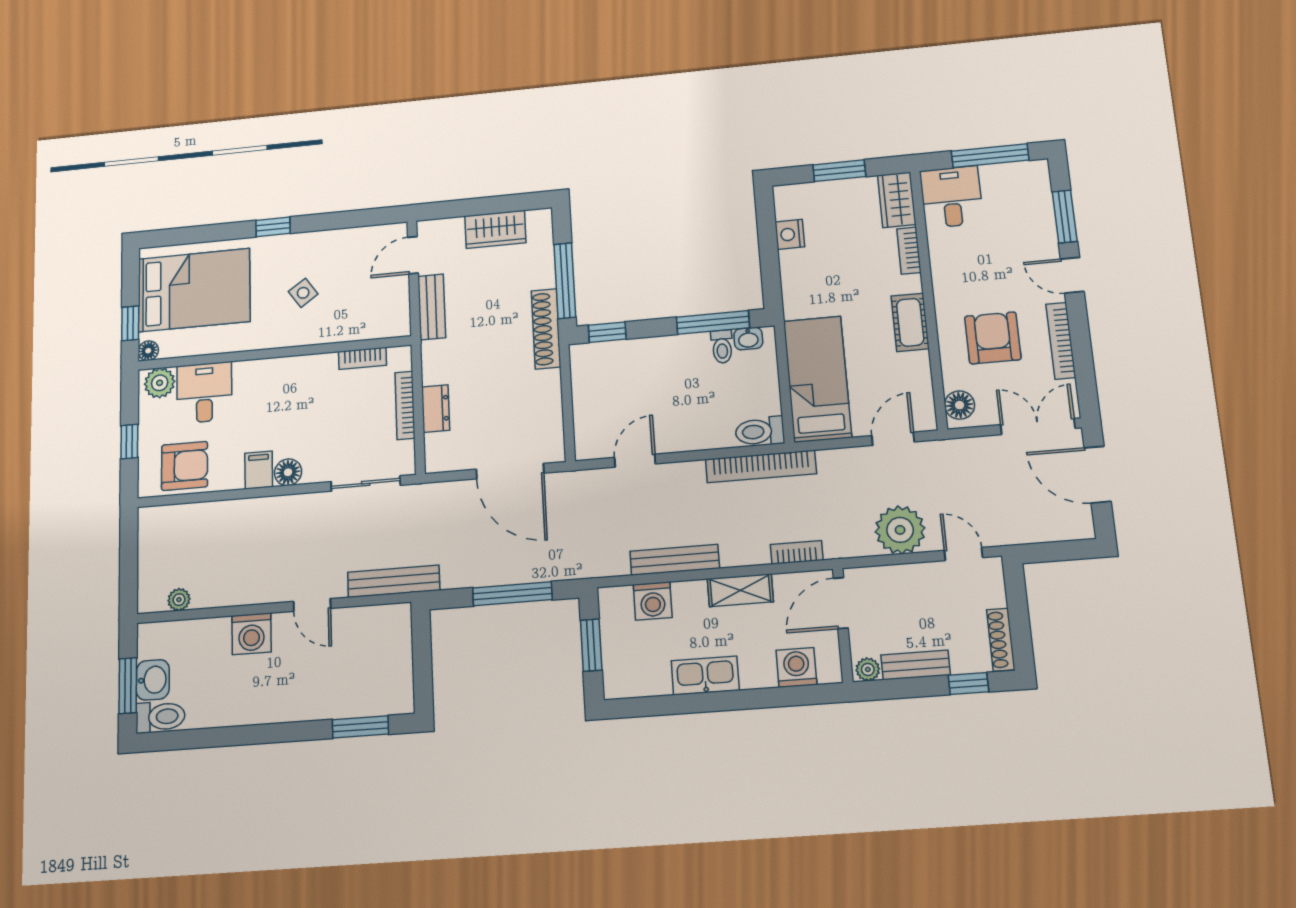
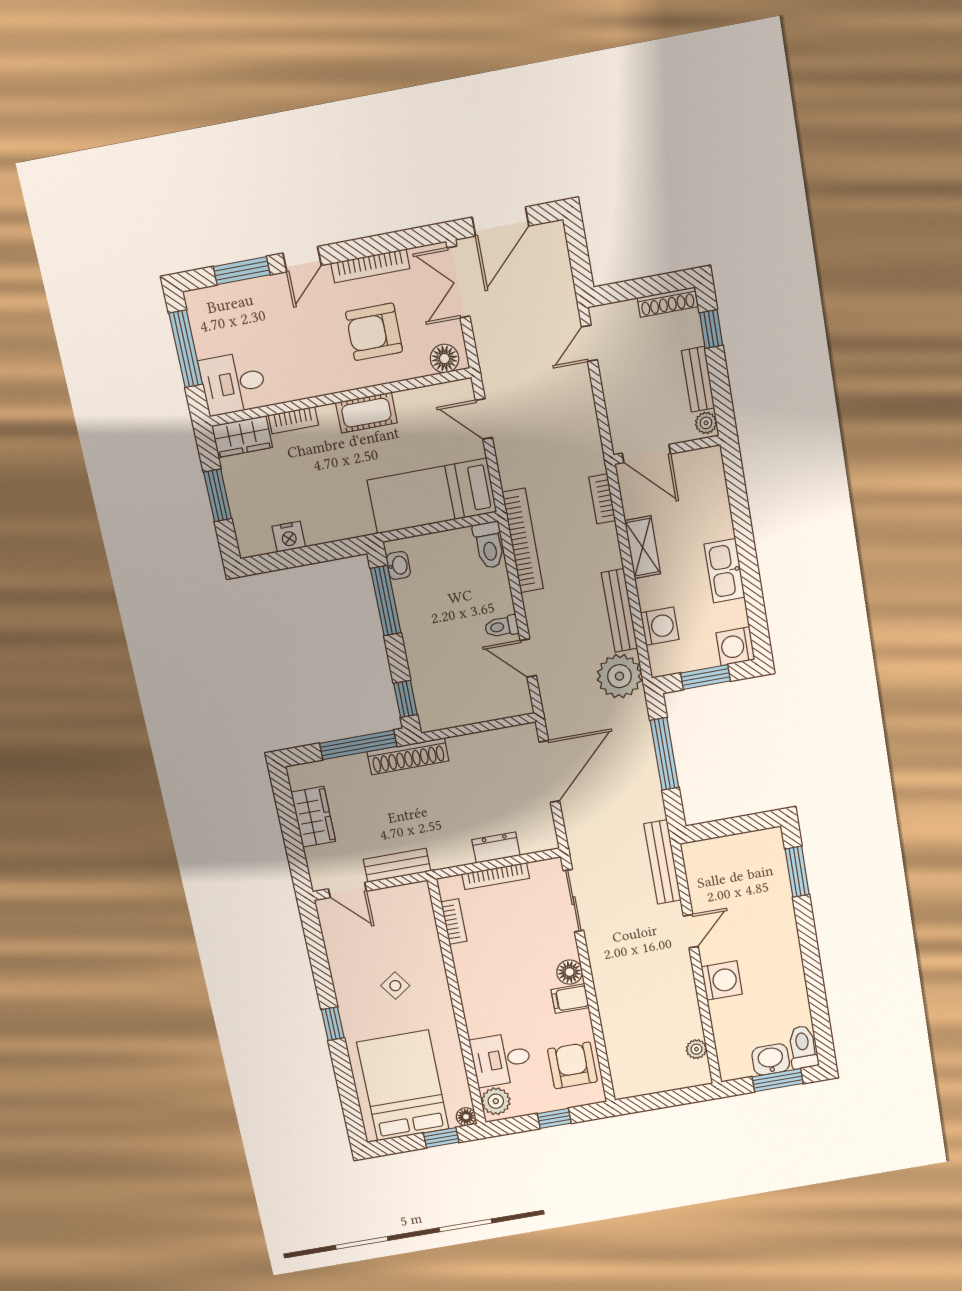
toilet: (722, 347) -> (502, 627), moved, turned 180
plant: (900, 530) -> (619, 676), moved
washing machine: (796, 667) -> (735, 646), moved

